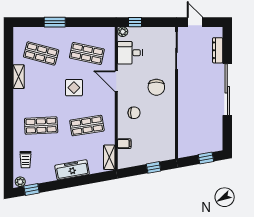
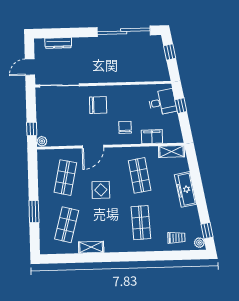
desk: (130, 53) -> (162, 102), moved, turned -100
sliding door: (227, 90) -> (124, 31), moved
filing cabinet: (124, 144) -> (152, 137), width x2.00

